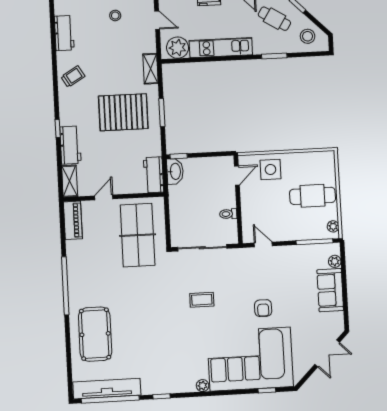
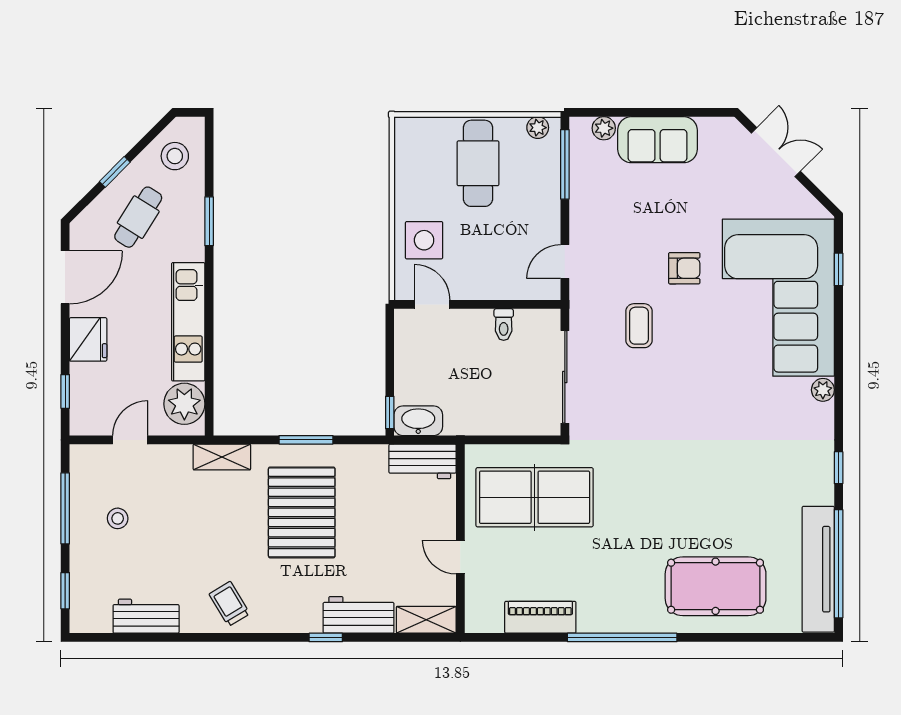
piano: (73, 220) -> (540, 617), moved
coffee table: (202, 300) -> (639, 326), moved

